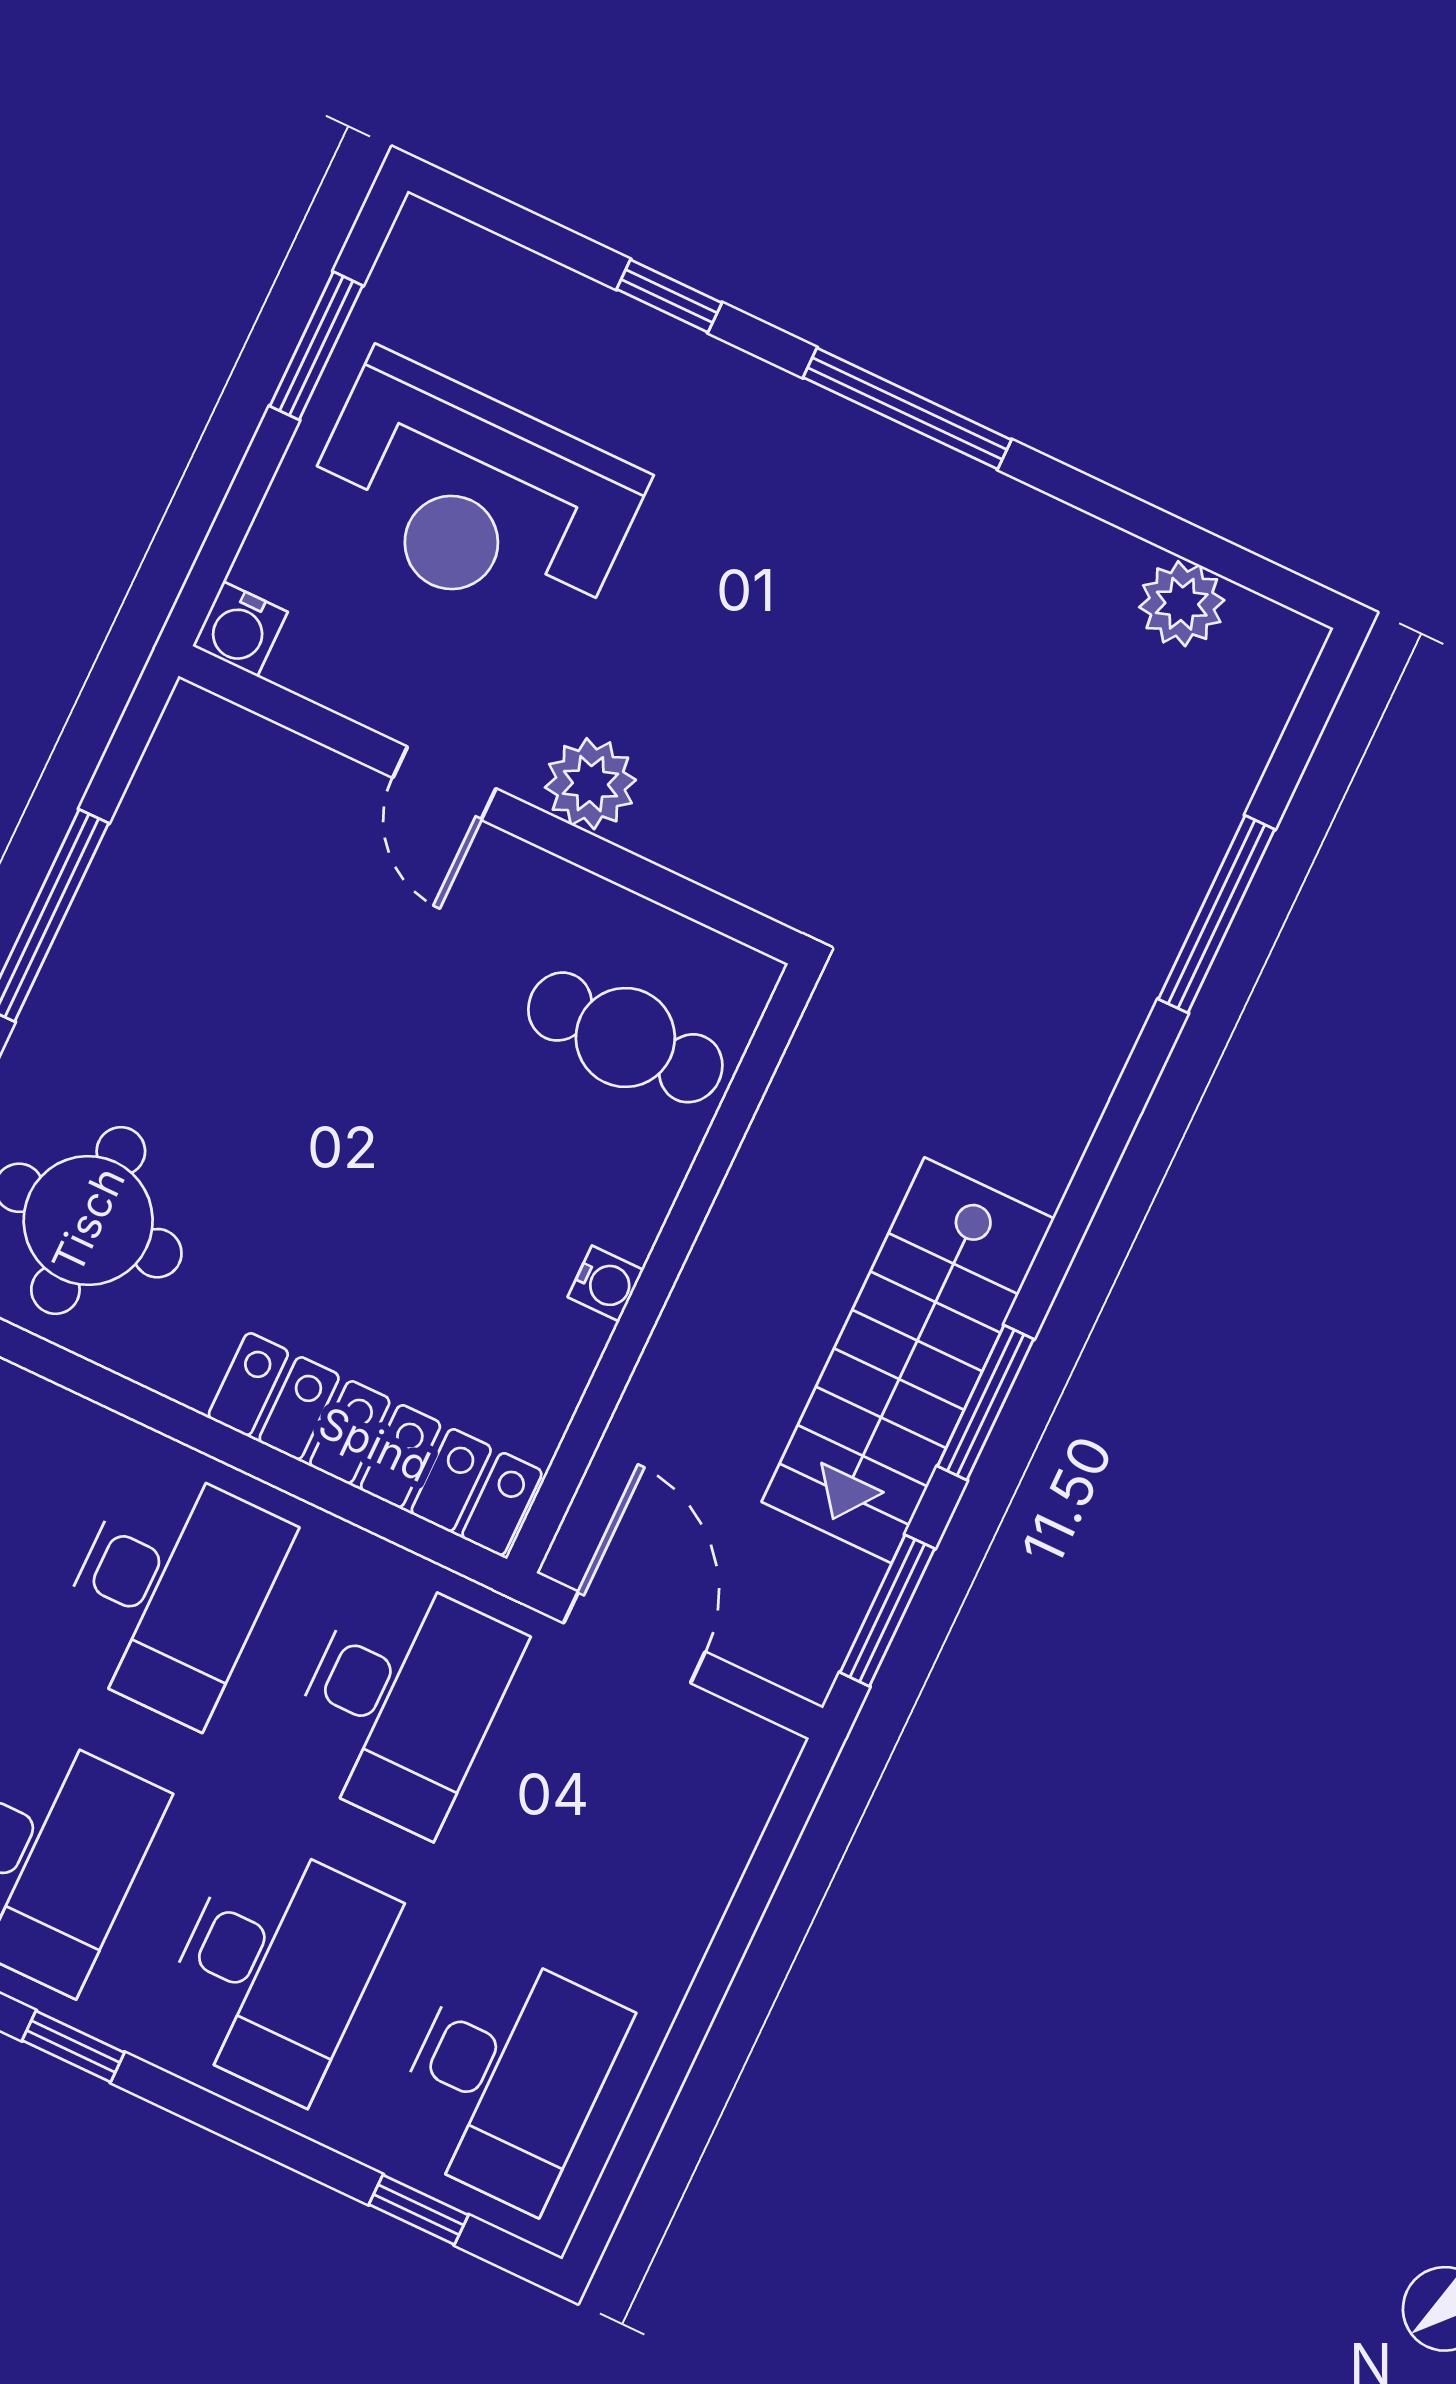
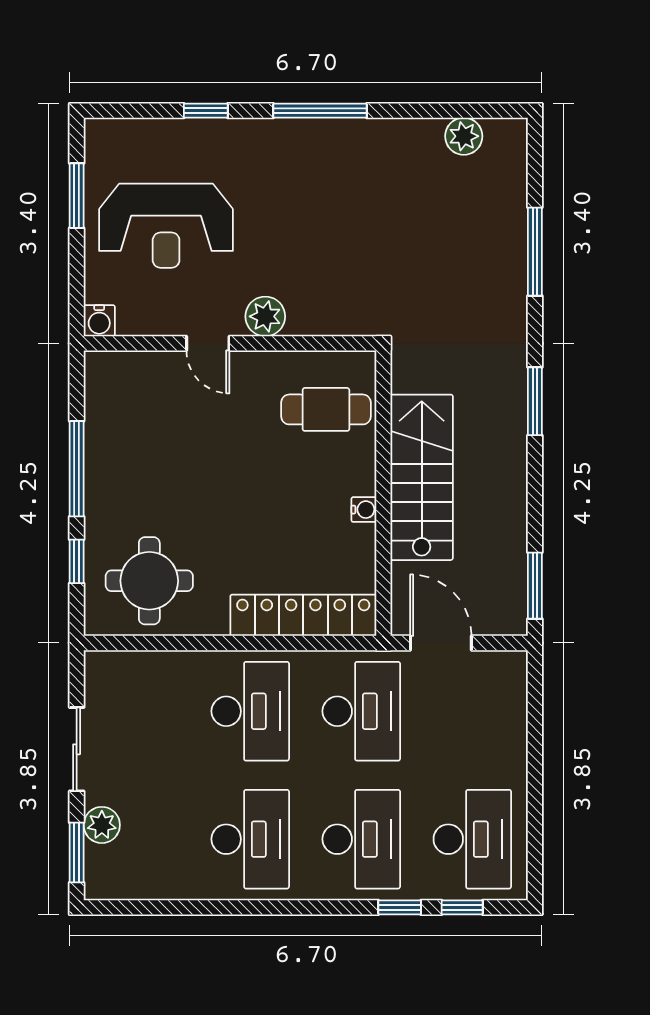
stairs: (908, 1360) -> (422, 477), moved, turned 180
window: (986, 1403) -> (535, 401), moved
window: (73, 2046) -> (400, 907), moved

